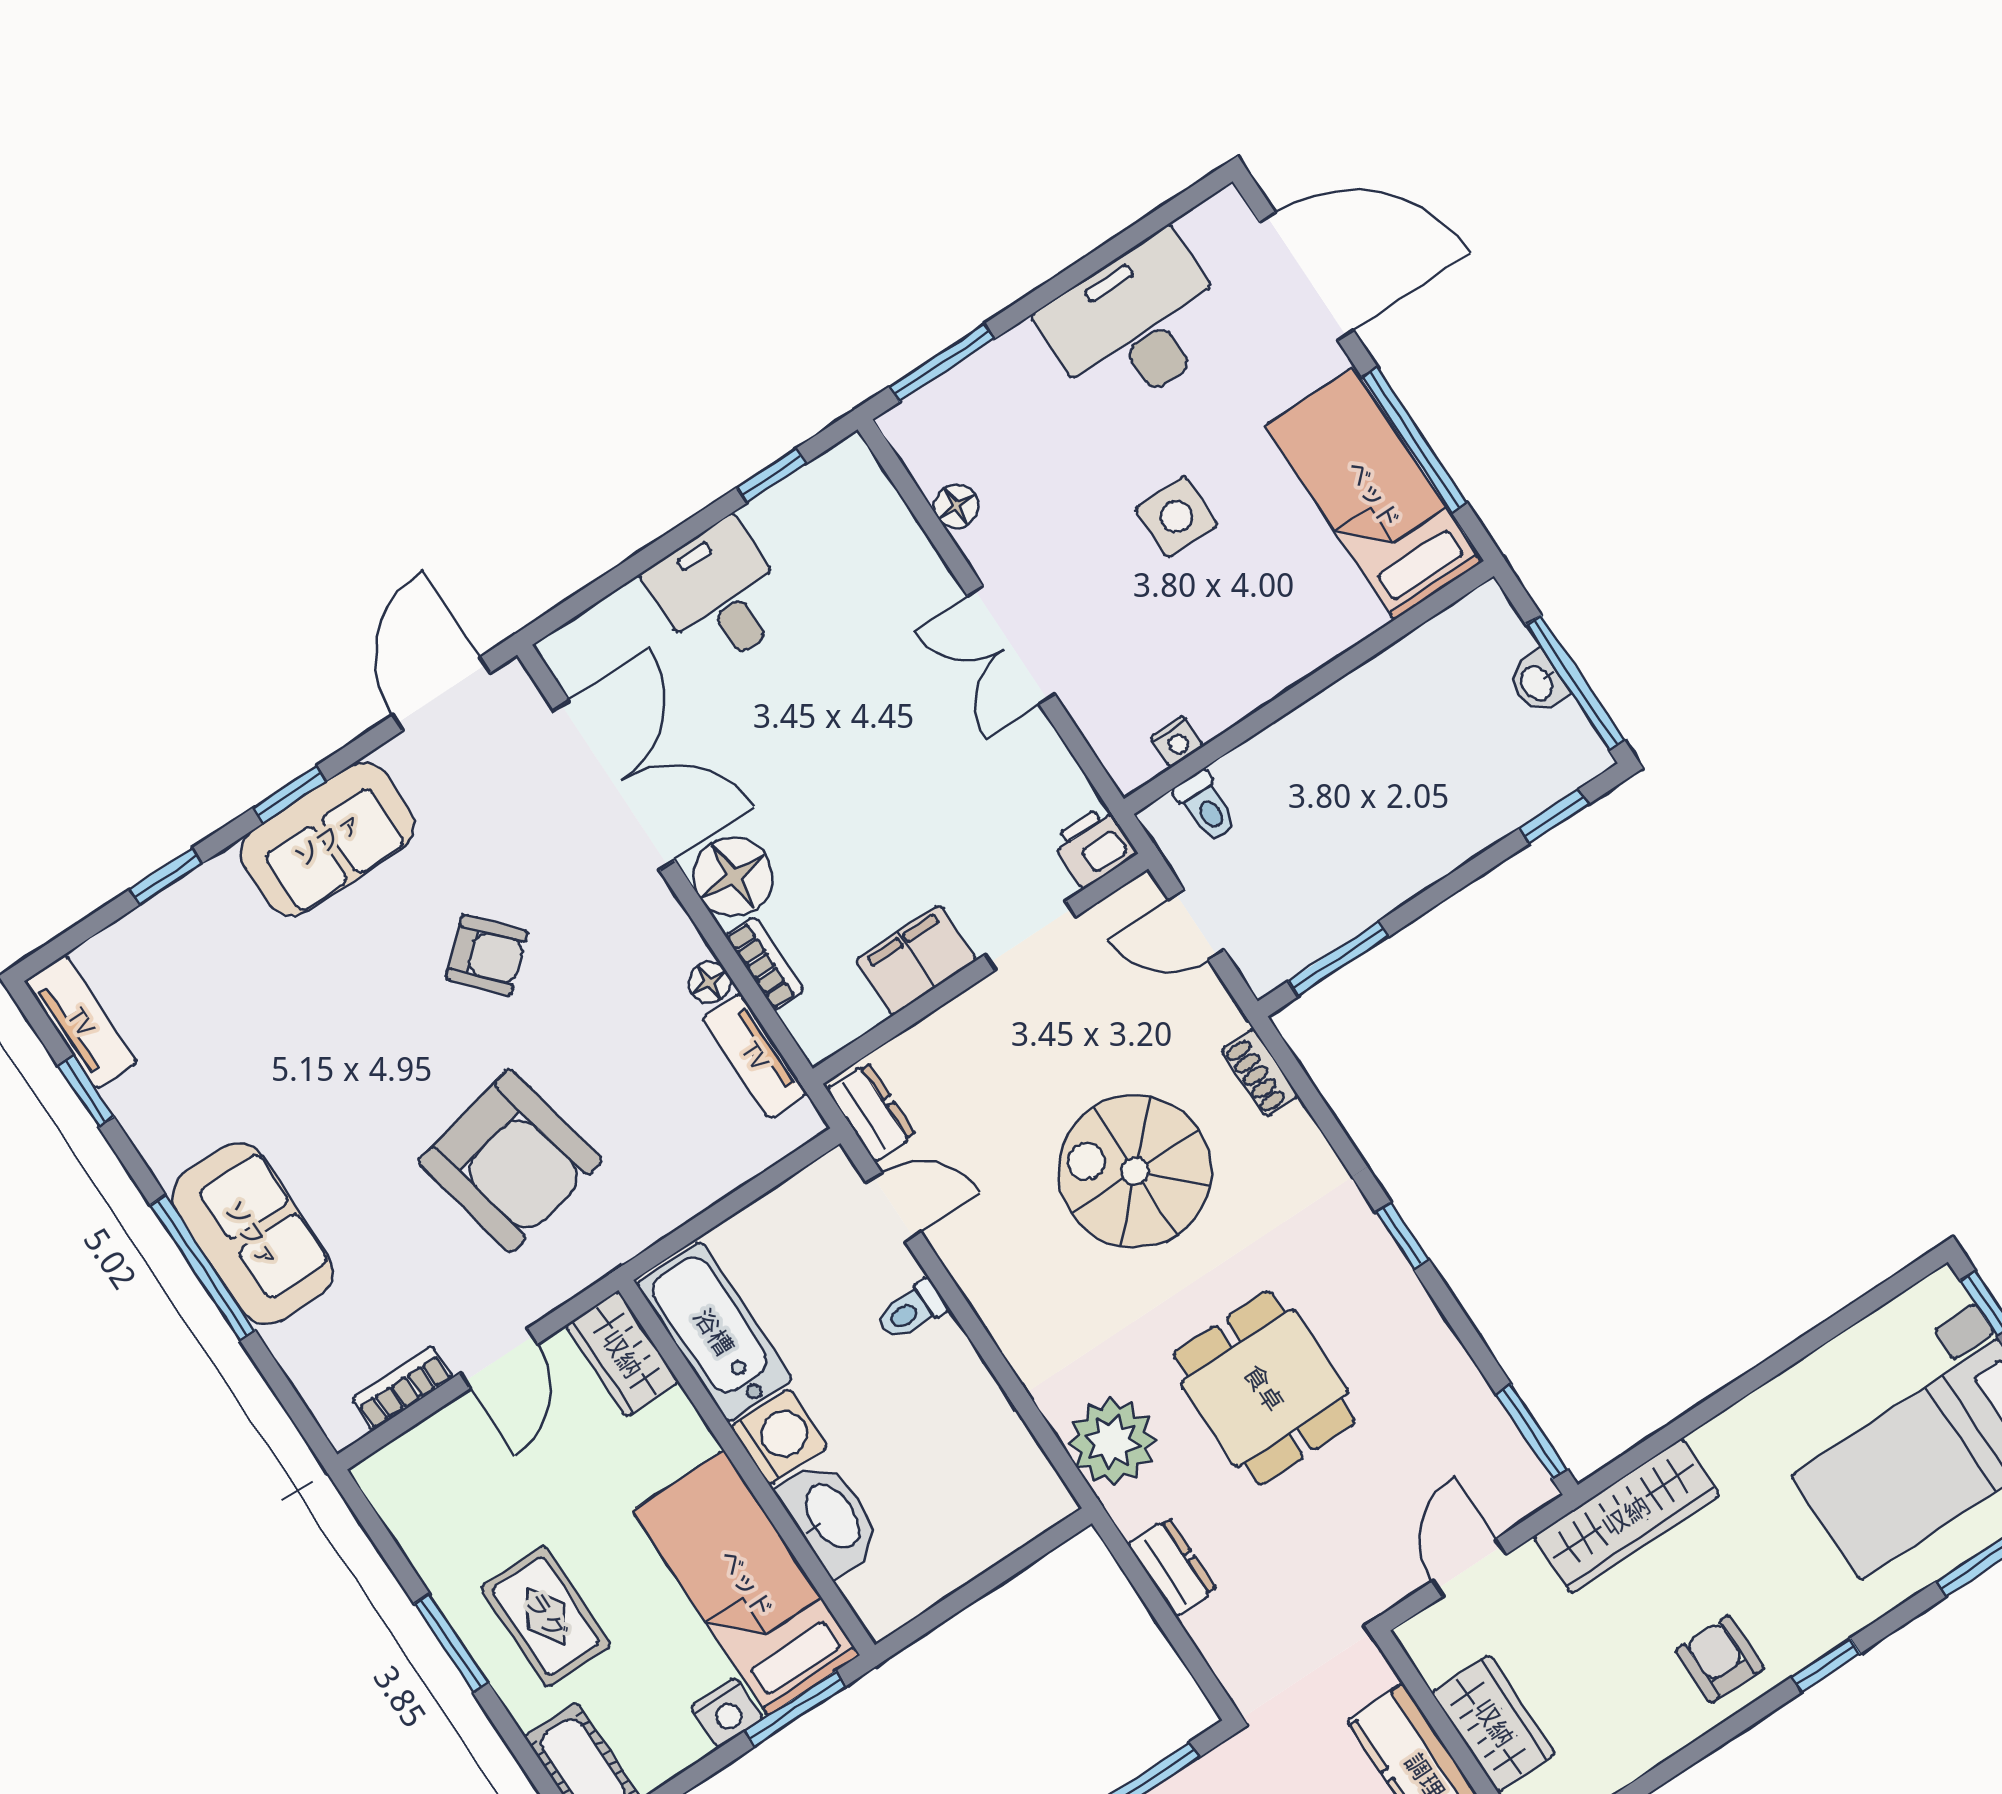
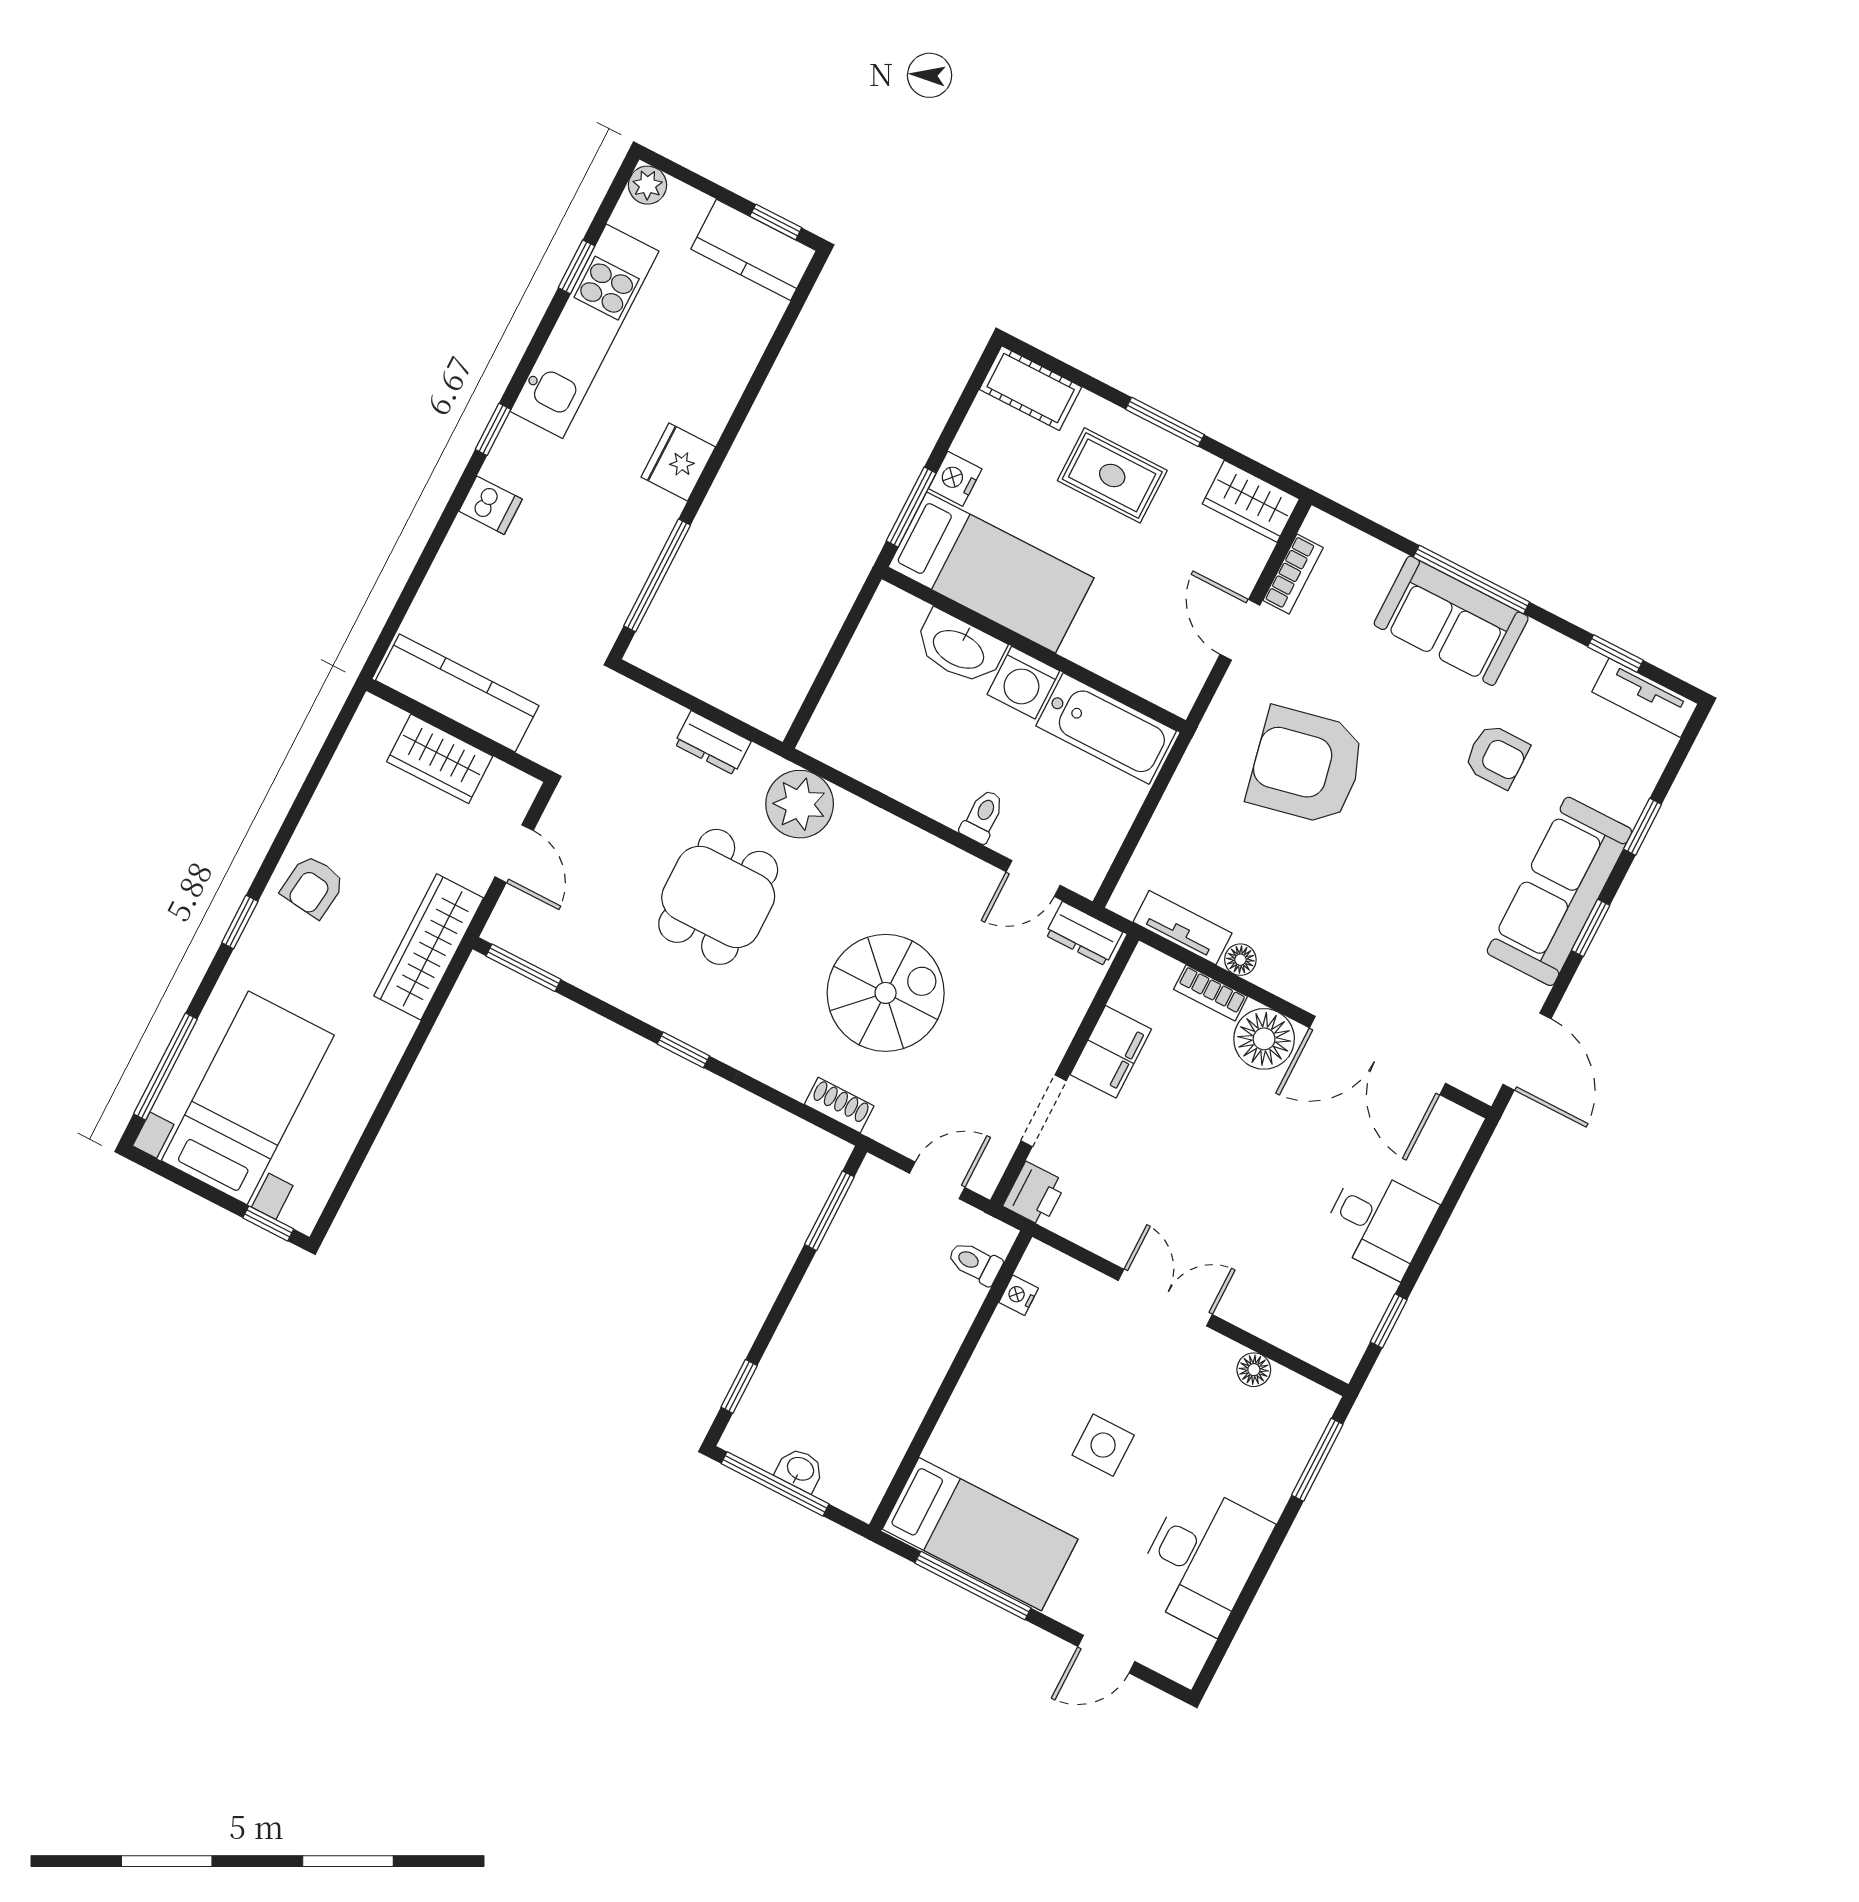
door: (1306, 276) -> (1106, 1654), width x0.53
sofa: (328, 839) -> (1559, 891), width x1.36
armchair: (487, 955) -> (1497, 756), moved, turned -138
wardrobe: (622, 1354) -> (1251, 501), moved, turned 180
dining table: (1264, 1388) -> (718, 897), turned 90
armchair: (1720, 1659) -> (313, 886), turned 97

